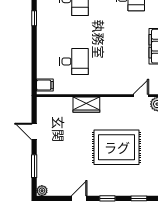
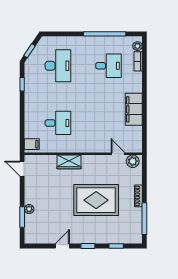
door: (141, 96) -> (118, 154), hinge flipped
door: (34, 132) -> (22, 169), moved
plant: (42, 191) -> (29, 209), moved

